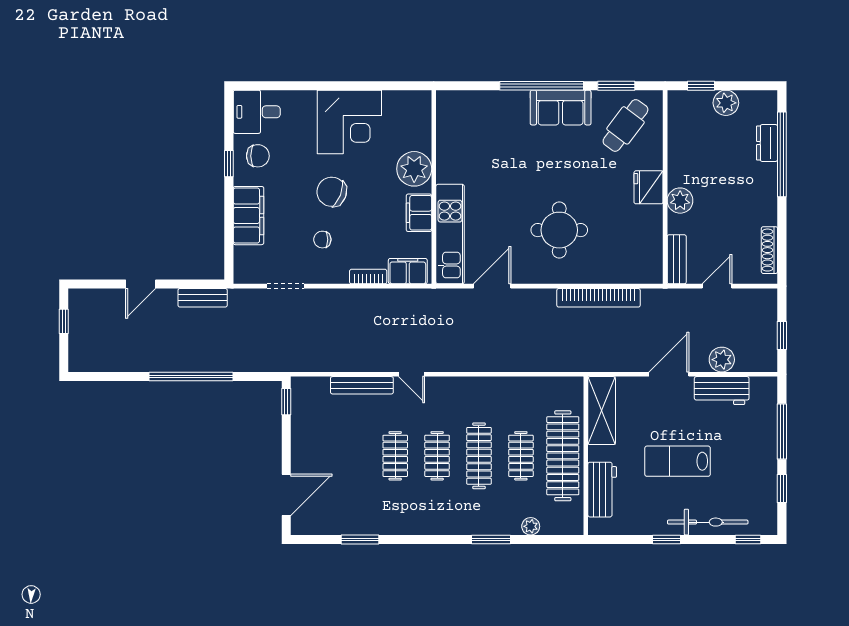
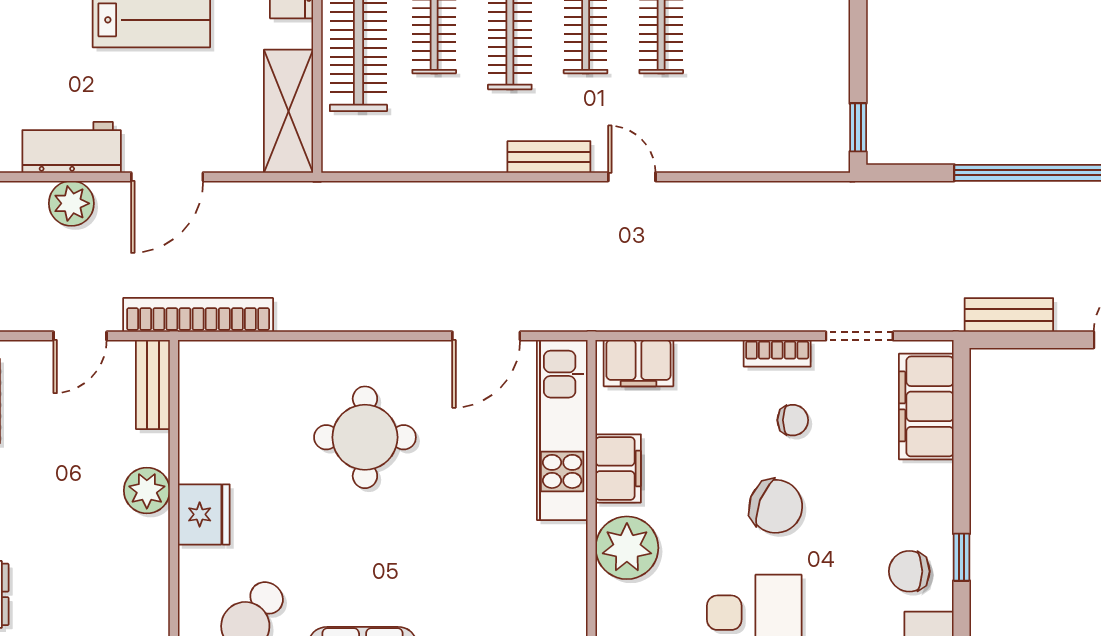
filing cabinet: (248, 216) -> (926, 406), moved
bookcase: (368, 277) -> (777, 353), moved
bookcase: (598, 298) -> (198, 315), moved
bench: (362, 385) -> (549, 157), moved, width x0.73

